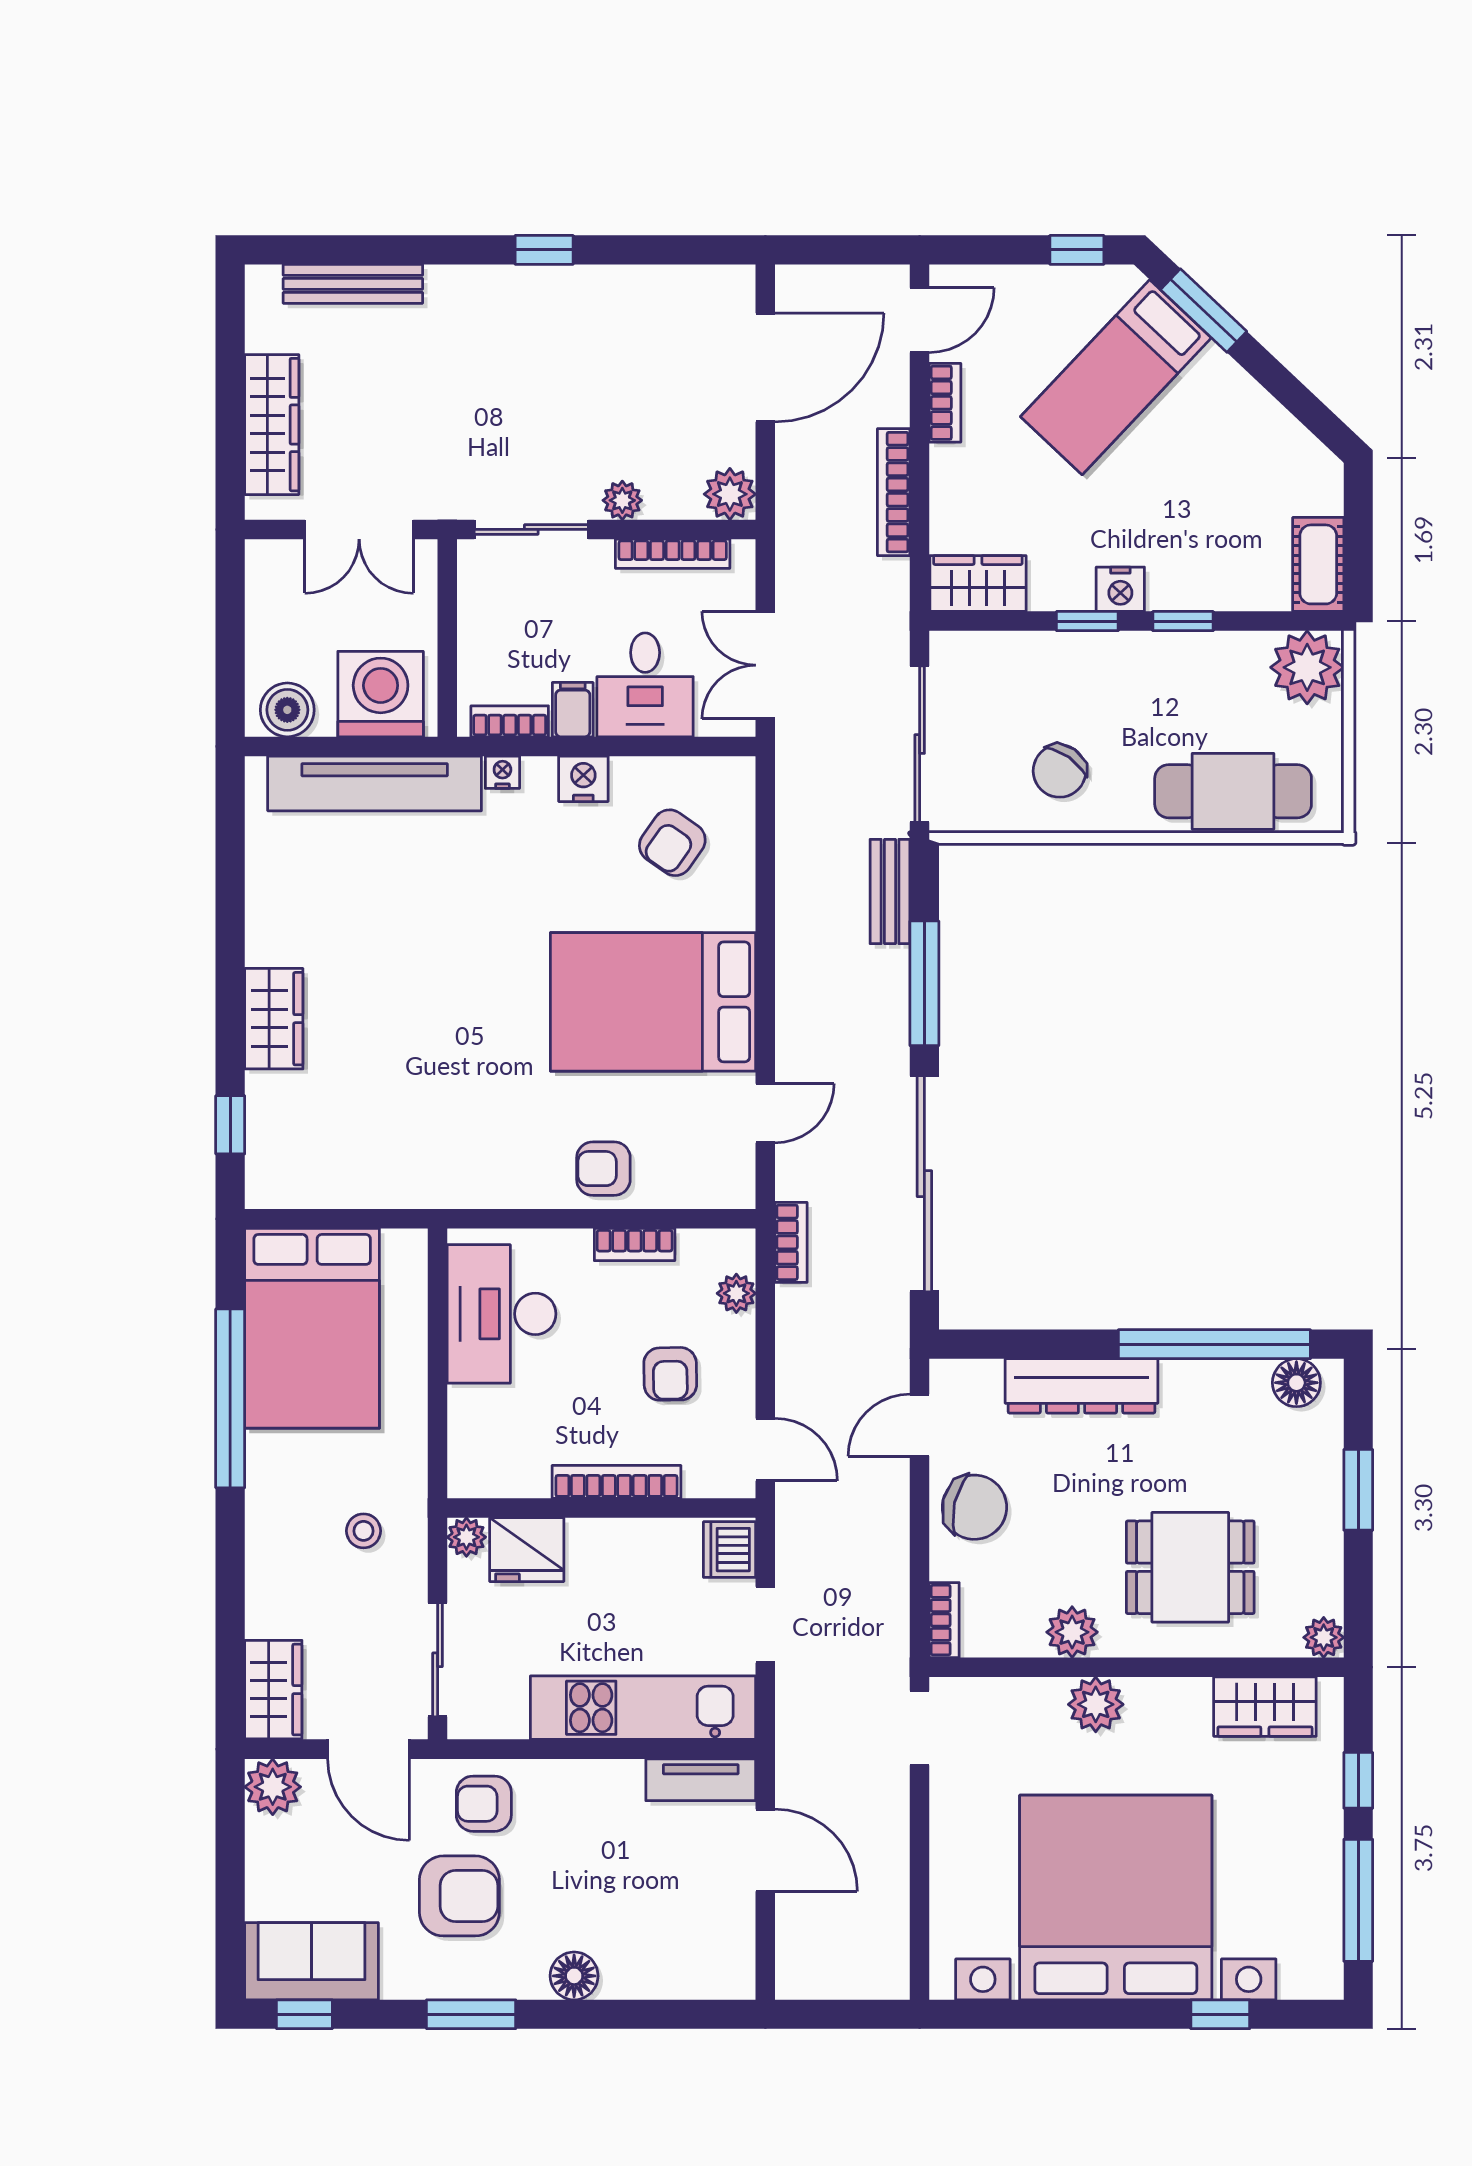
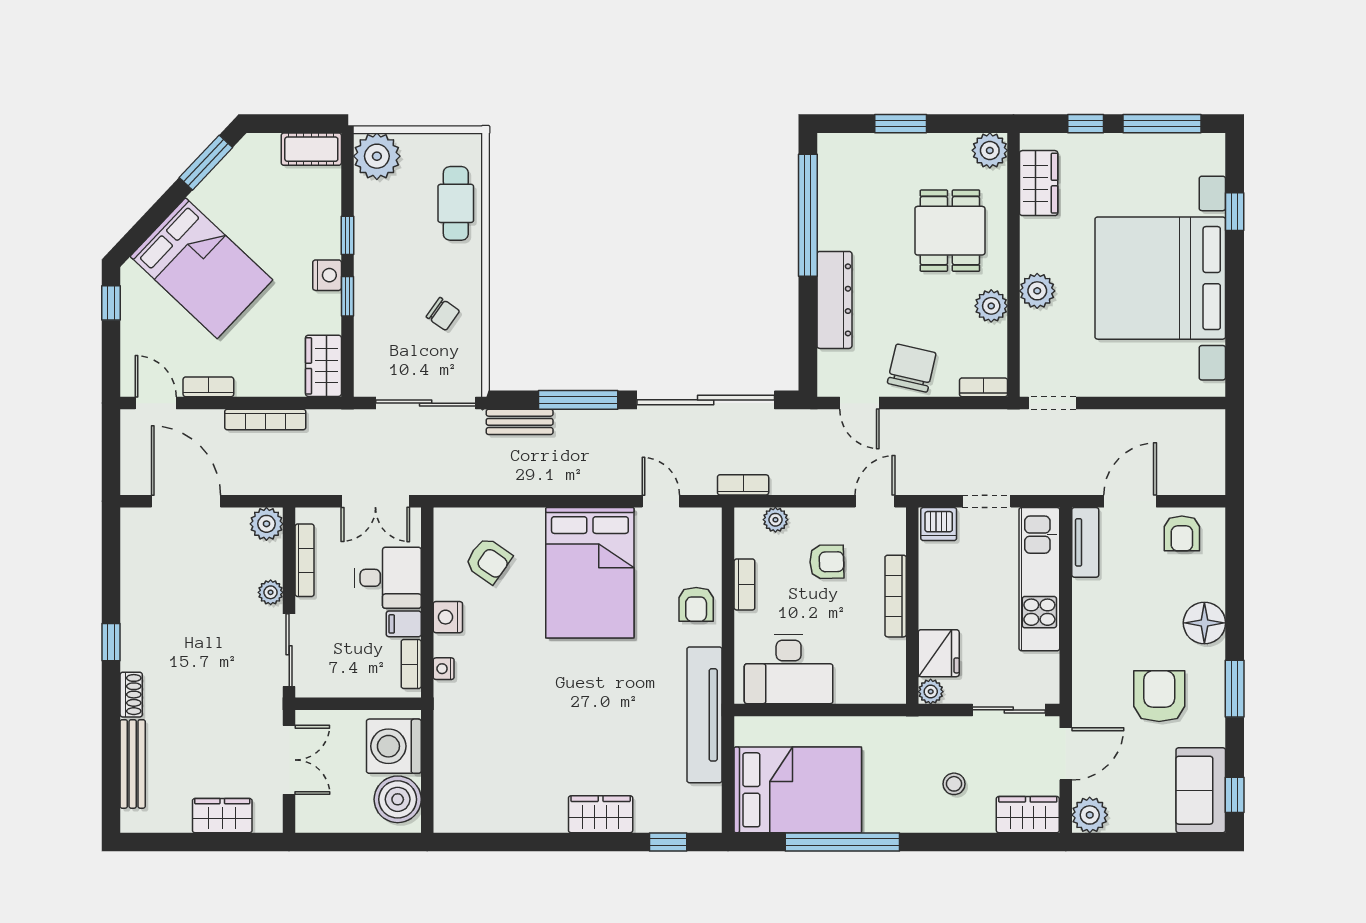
shoe rack: (462, 282) -> (131, 695), added
window: (1204, 311) -> (206, 163), moved
bed: (1116, 377) -> (201, 268), width x1.50
wardrobe: (272, 425) -> (222, 816), width x0.67
boiler: (287, 710) -> (398, 799), width x1.37, depth x1.37
chair: (1060, 771) -> (443, 314), width x0.73, depth x0.73
tv unit: (375, 783) -> (704, 715), moved, turned 180
cafe table: (1233, 791) -> (456, 203), width x0.73, depth x0.74
floor lamp: (1296, 1383) -> (832, 163), removed
stool: (363, 1531) -> (954, 784), moved
plant: (1324, 1637) -> (990, 150), width x1.38, depth x1.38
armchair: (484, 1804) -> (1182, 533), moved
floor lamp: (574, 1976) -> (1204, 623), width x1.38, depth x1.38

